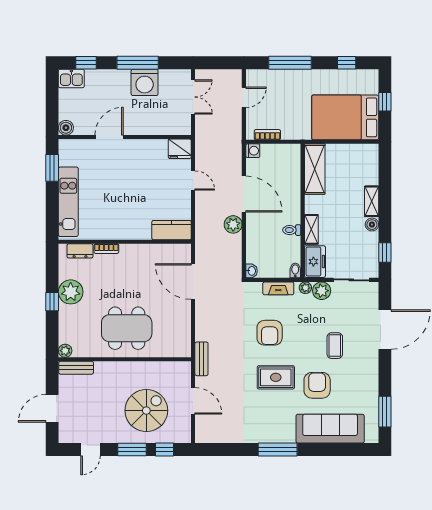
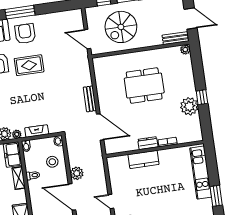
kitchen counter: (172, 230) -> (144, 159), moved
stool: (263, 244) -> (52, 162), added
dresser: (80, 251) -> (148, 143), moved
armchair: (270, 333) -> (25, 34), moved
plant: (65, 351) -> (185, 50), moved
wall: (125, 359) -> (140, 50), moved
bench: (201, 359) -> (90, 99), moved
bench: (76, 368) -> (175, 38), moved
door: (52, 408) -> (191, 19), hinge flipped

